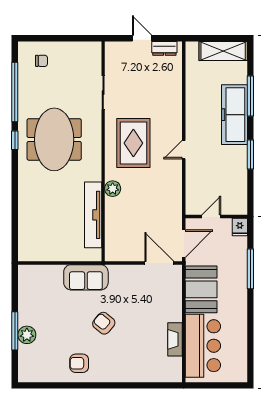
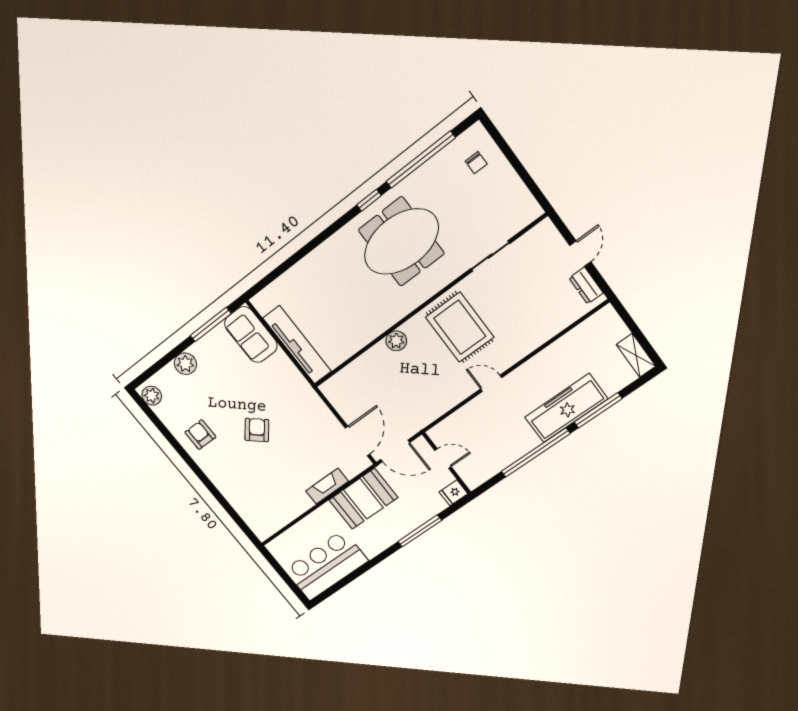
shelving: (223, 51) -> (636, 355), width x0.67, depth x0.75
rug: (133, 143) -> (460, 327), turned 90
window: (250, 155) -> (536, 453), width x2.11
tv unit: (93, 215) -> (297, 345), moved, turned 90
sofa: (86, 277) -> (251, 335), moved
window: (15, 331) -> (211, 324), moved
fireplace: (175, 339) -> (327, 486), moved
bar counter: (203, 346) -> (326, 565), moved, turned 180
plant: (30, 374) -> (152, 396), added

